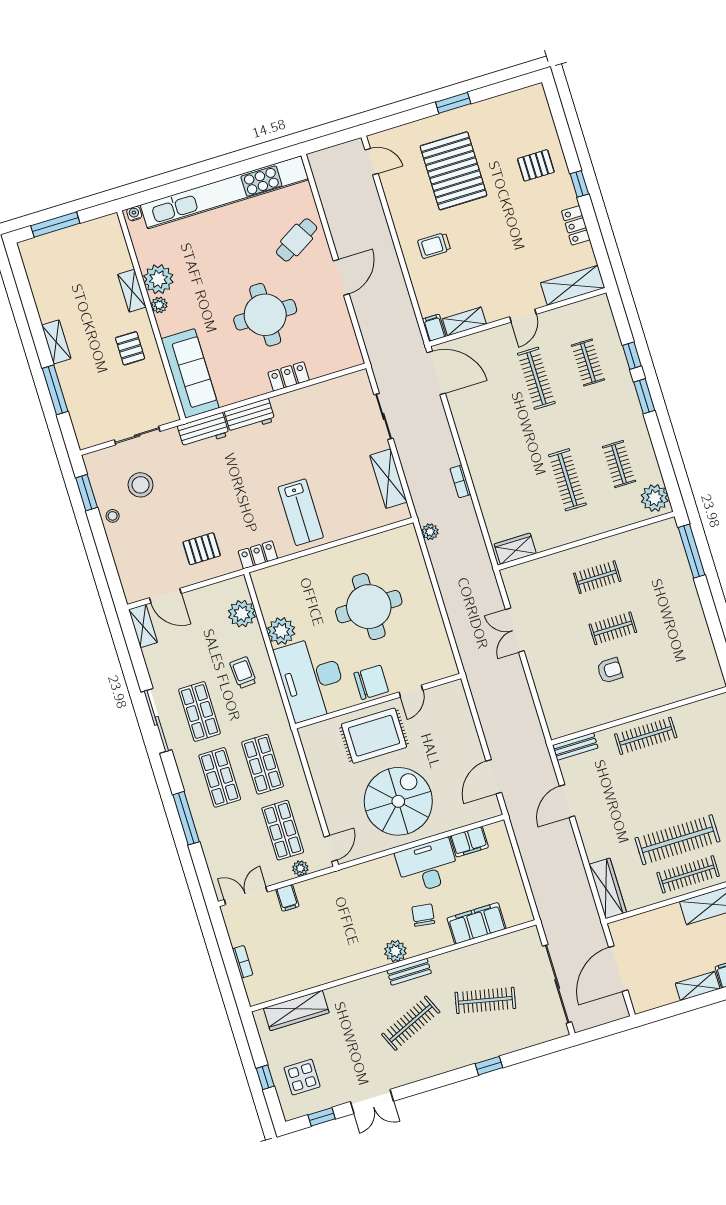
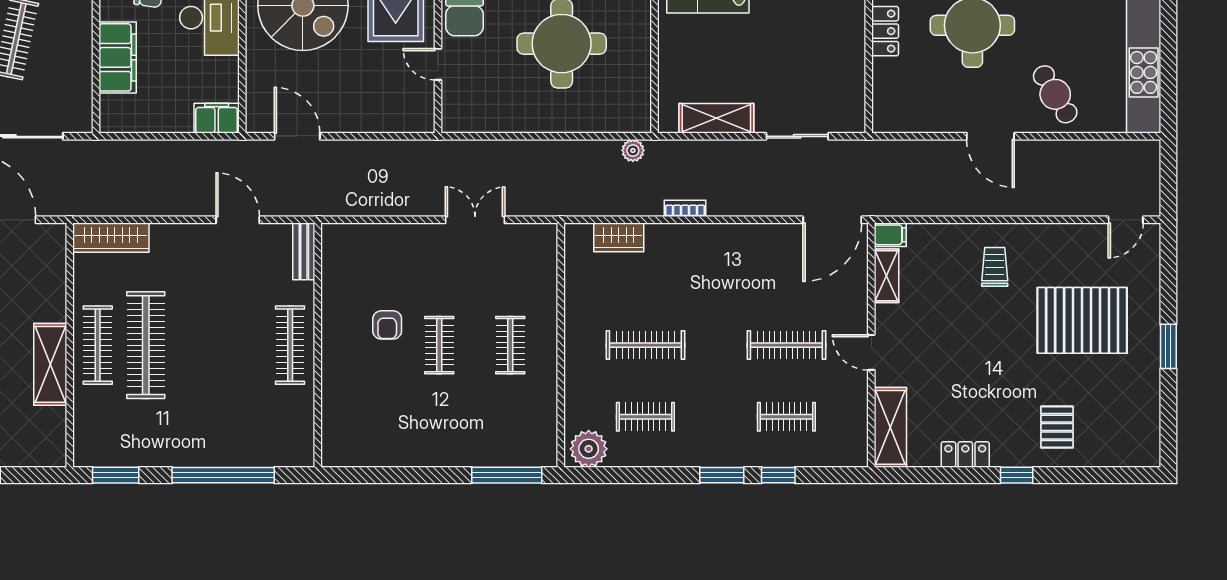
wardrobe: (515, 549) -> (619, 237), moved, turned 90
filing cabinet: (469, 842) -> (217, 118), moved, turned 90

